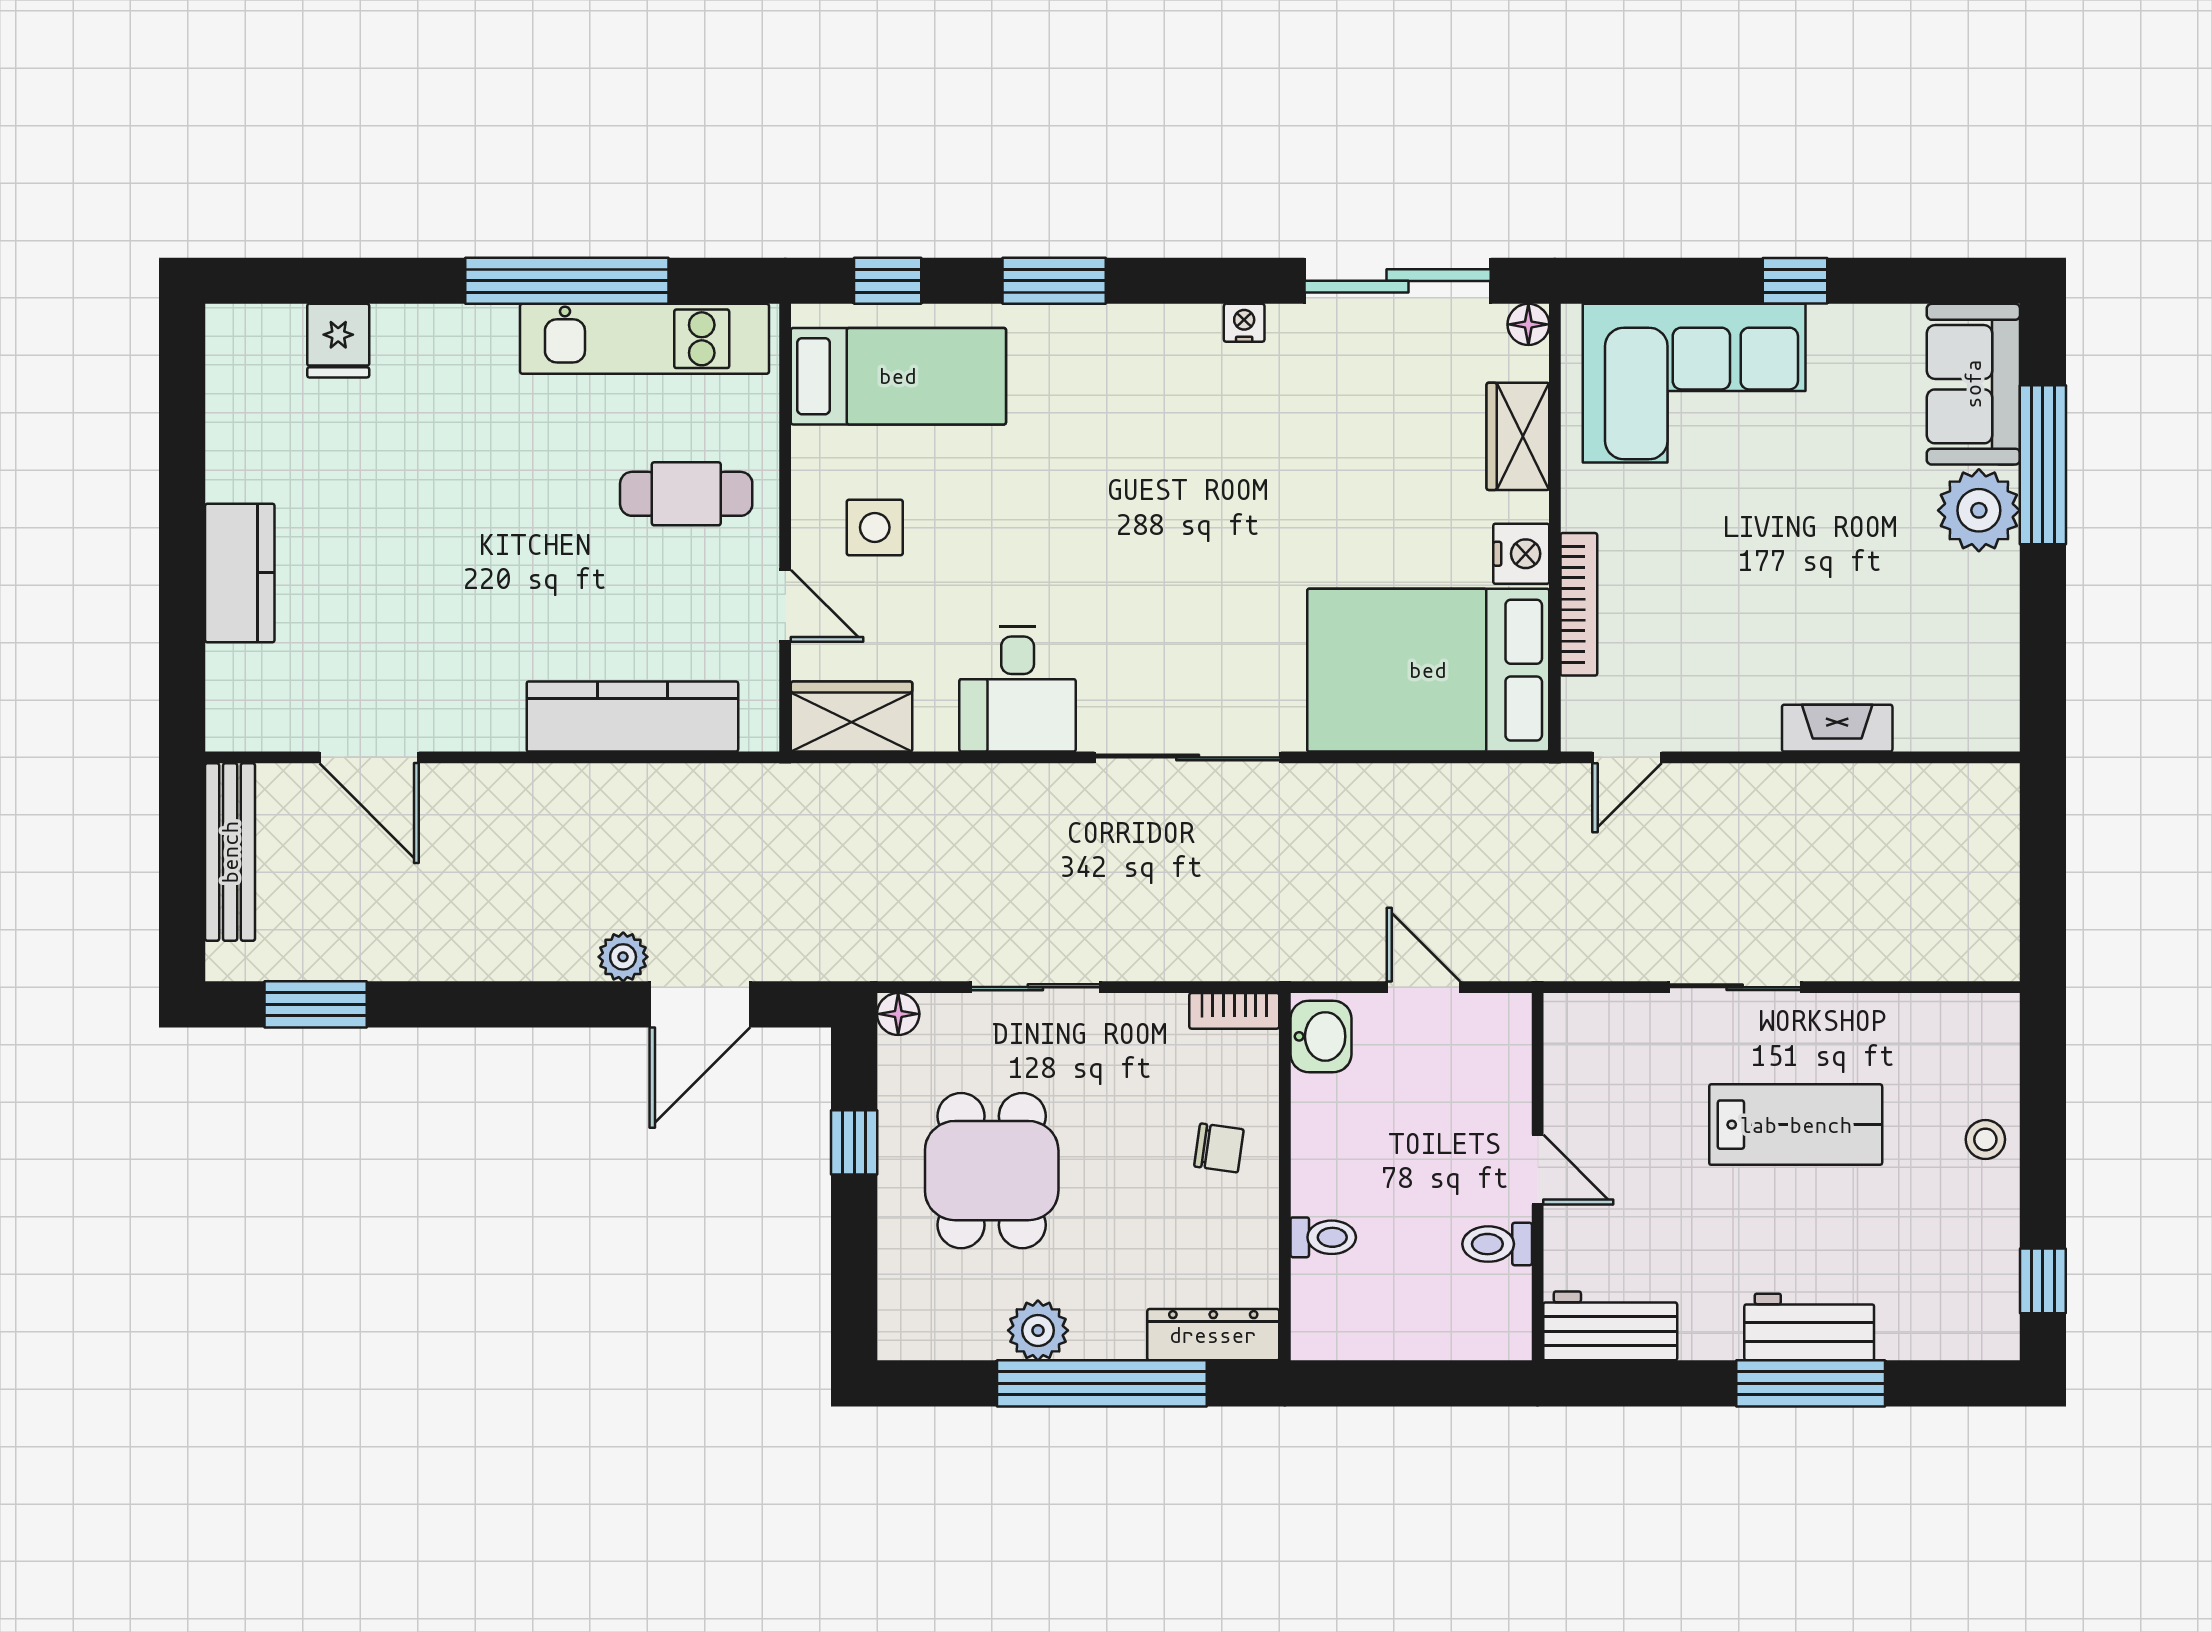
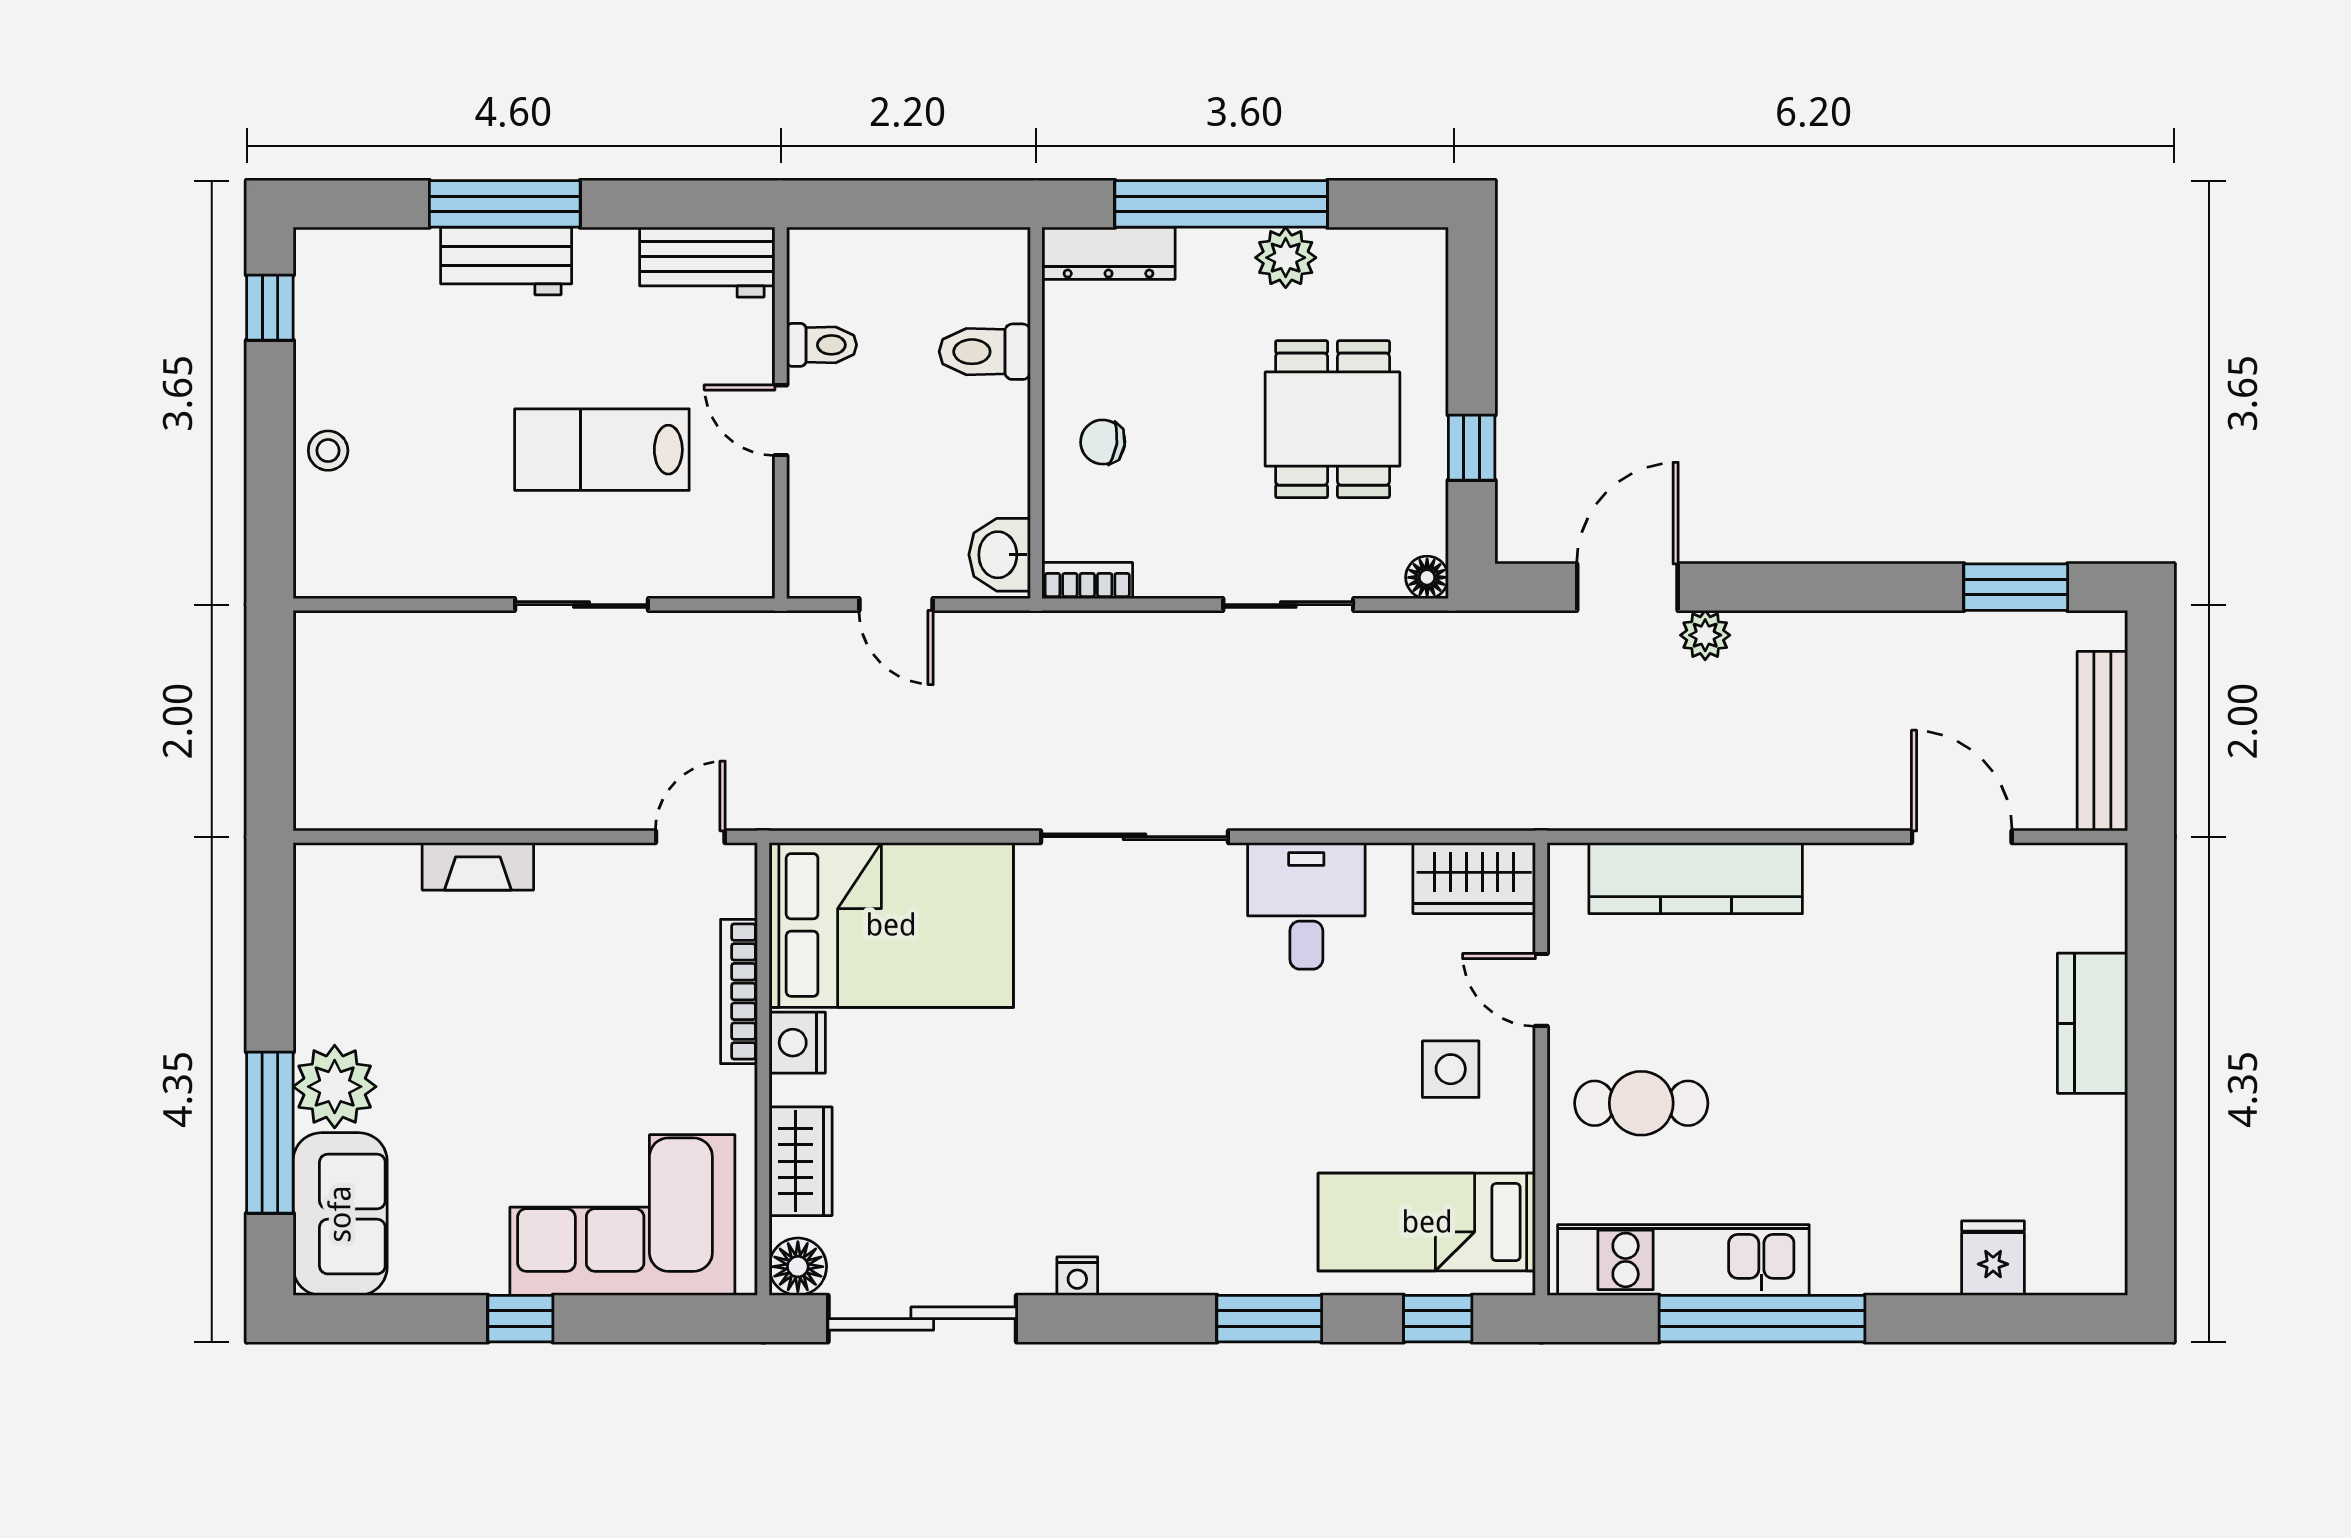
floor lamp: (1528, 324) -> (798, 1267), width x1.37, depth x1.37
lab bench: (1796, 1125) -> (602, 450), moved
toilet: (1323, 1237) -> (985, 352), width x1.37, depth x1.39

